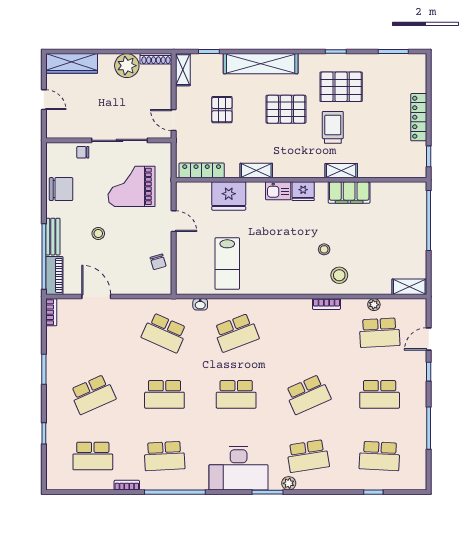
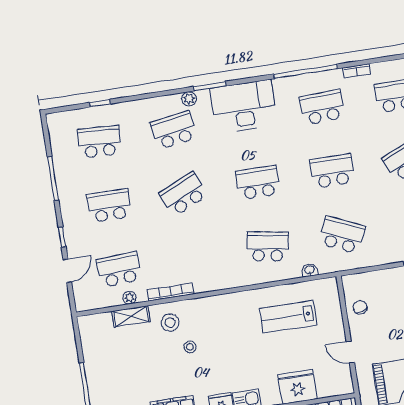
lab bench: (227, 264) -> (288, 317), turned -90
shelving: (409, 287) -> (131, 316), moved
bookcase: (326, 304) -> (171, 292), width x1.56
school desk: (236, 333) -> (268, 246), turned 30

